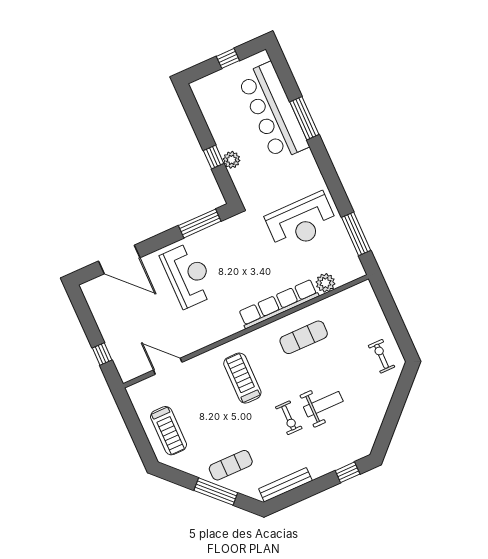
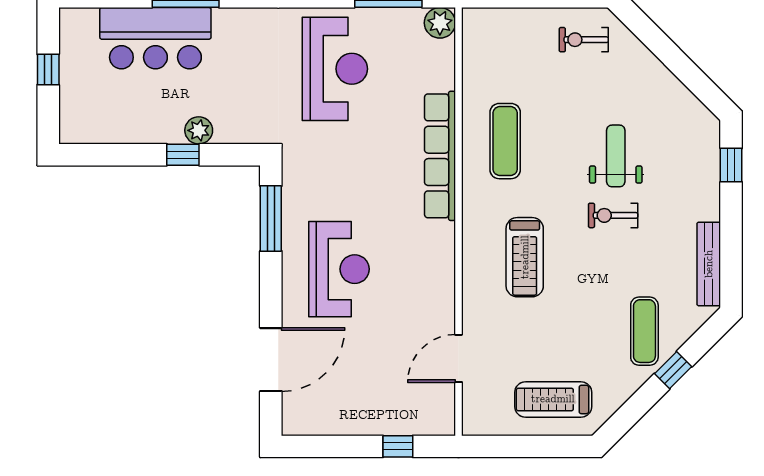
bar counter: (273, 112) -> (155, 38), width x0.73
reception desk: (188, 275) -> (339, 269), turned 90
plant: (325, 283) -> (440, 23), moved
treadmill: (242, 378) -> (525, 257), turned -90
exercise bike: (289, 418) -> (613, 215), turned 180
treadmill: (168, 431) -> (553, 399), turned 180
window: (216, 492) -> (673, 370), width x0.46

